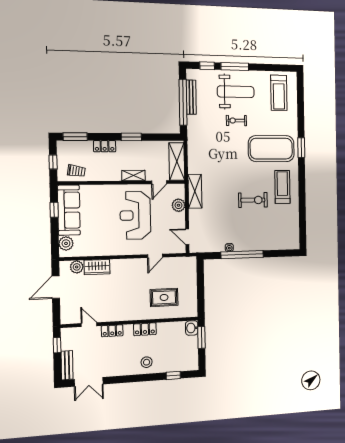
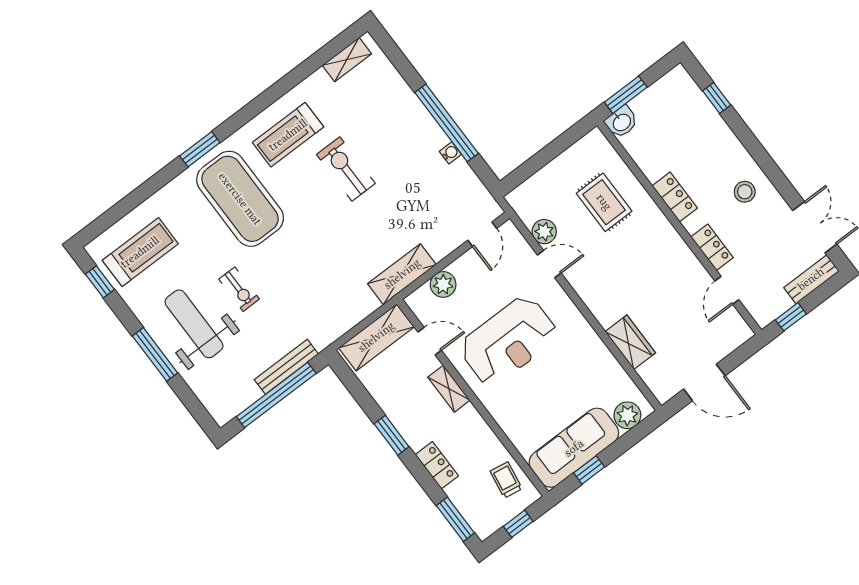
window: (207, 66) -> (100, 282), moved
bench: (191, 97) -> (286, 367), moved
shelving: (295, 232) -> (347, 60), added
plant: (77, 267) -> (544, 232), moved
stool: (147, 362) -> (745, 192), moved

